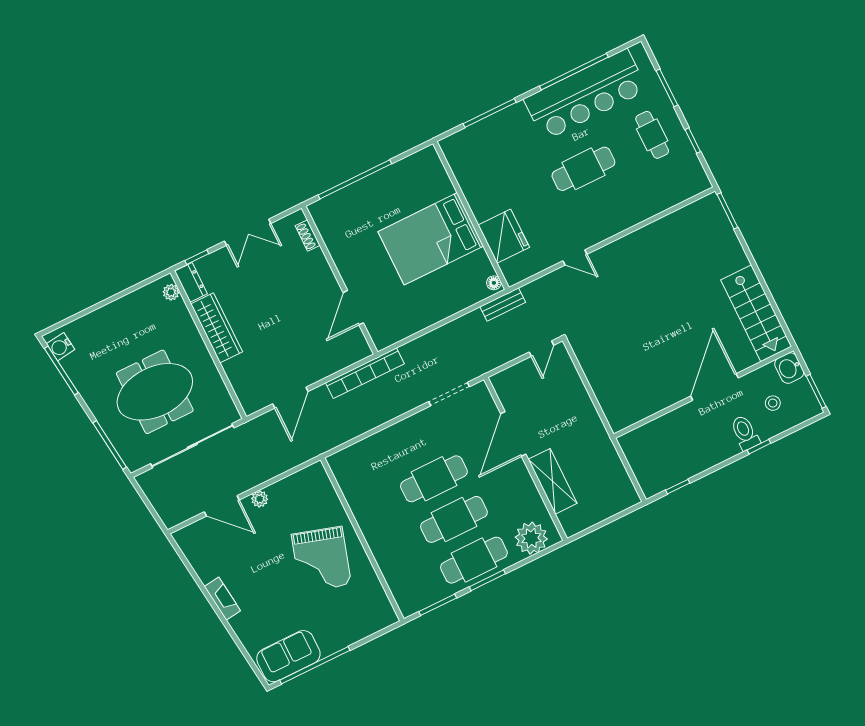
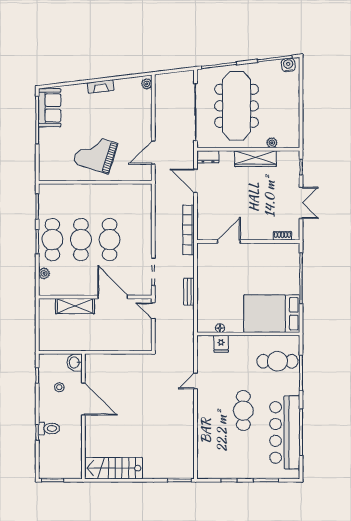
cafe table: (652, 135) -> (277, 361), moved, width x1.37, depth x1.35
double door: (248, 232) -> (301, 203), swing flipped
fridge: (504, 236) -> (221, 344), width x0.53, depth x0.75
bed: (431, 239) -> (272, 314), moved, turned -90
dresser: (191, 282) -> (208, 157), moved
floor lamp: (494, 283) -> (220, 328), moved
plant: (171, 292) -> (272, 143), moved
bench: (503, 305) -> (189, 292), moved
door: (353, 308) -> (229, 242), hinge flipped
door: (541, 349) -> (153, 311), moved
washbasin: (789, 368) -> (75, 363), moved, turned -90
door: (714, 387) -> (83, 399), moved
meeting table: (155, 392) -> (236, 106), width x1.36
stool: (773, 403) -> (59, 387), moved
plant: (260, 499) -> (147, 84), moved
door: (222, 506) -> (153, 153), moved
plant: (531, 538) -> (44, 273), width x0.53, depth x0.53

